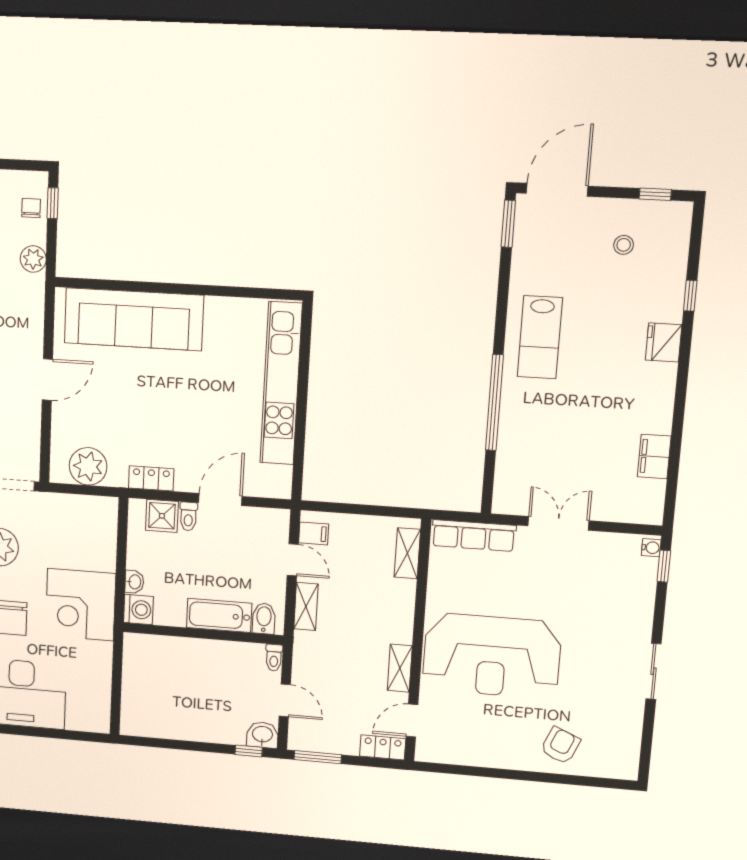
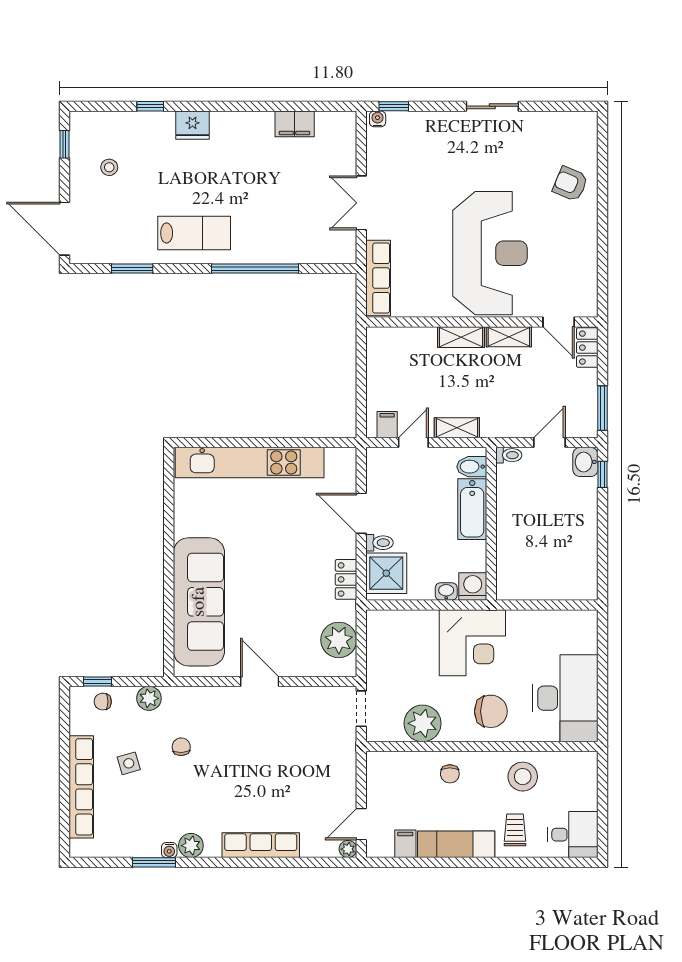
window: (508, 224) -> (132, 269), moved
shower: (162, 516) -> (386, 573), width x1.36, depth x1.36
shelving: (407, 553) -> (461, 337), moved

